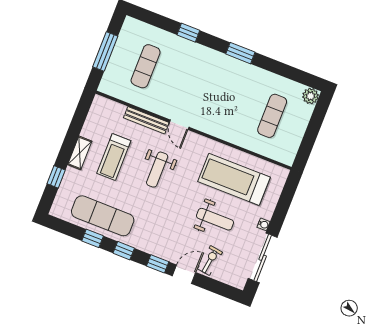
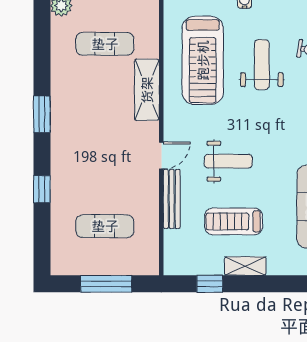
shelving: (229, 133) -> (147, 90), added
treadmill: (114, 157) -> (234, 221), turned 180
window: (56, 177) -> (210, 284), moved

